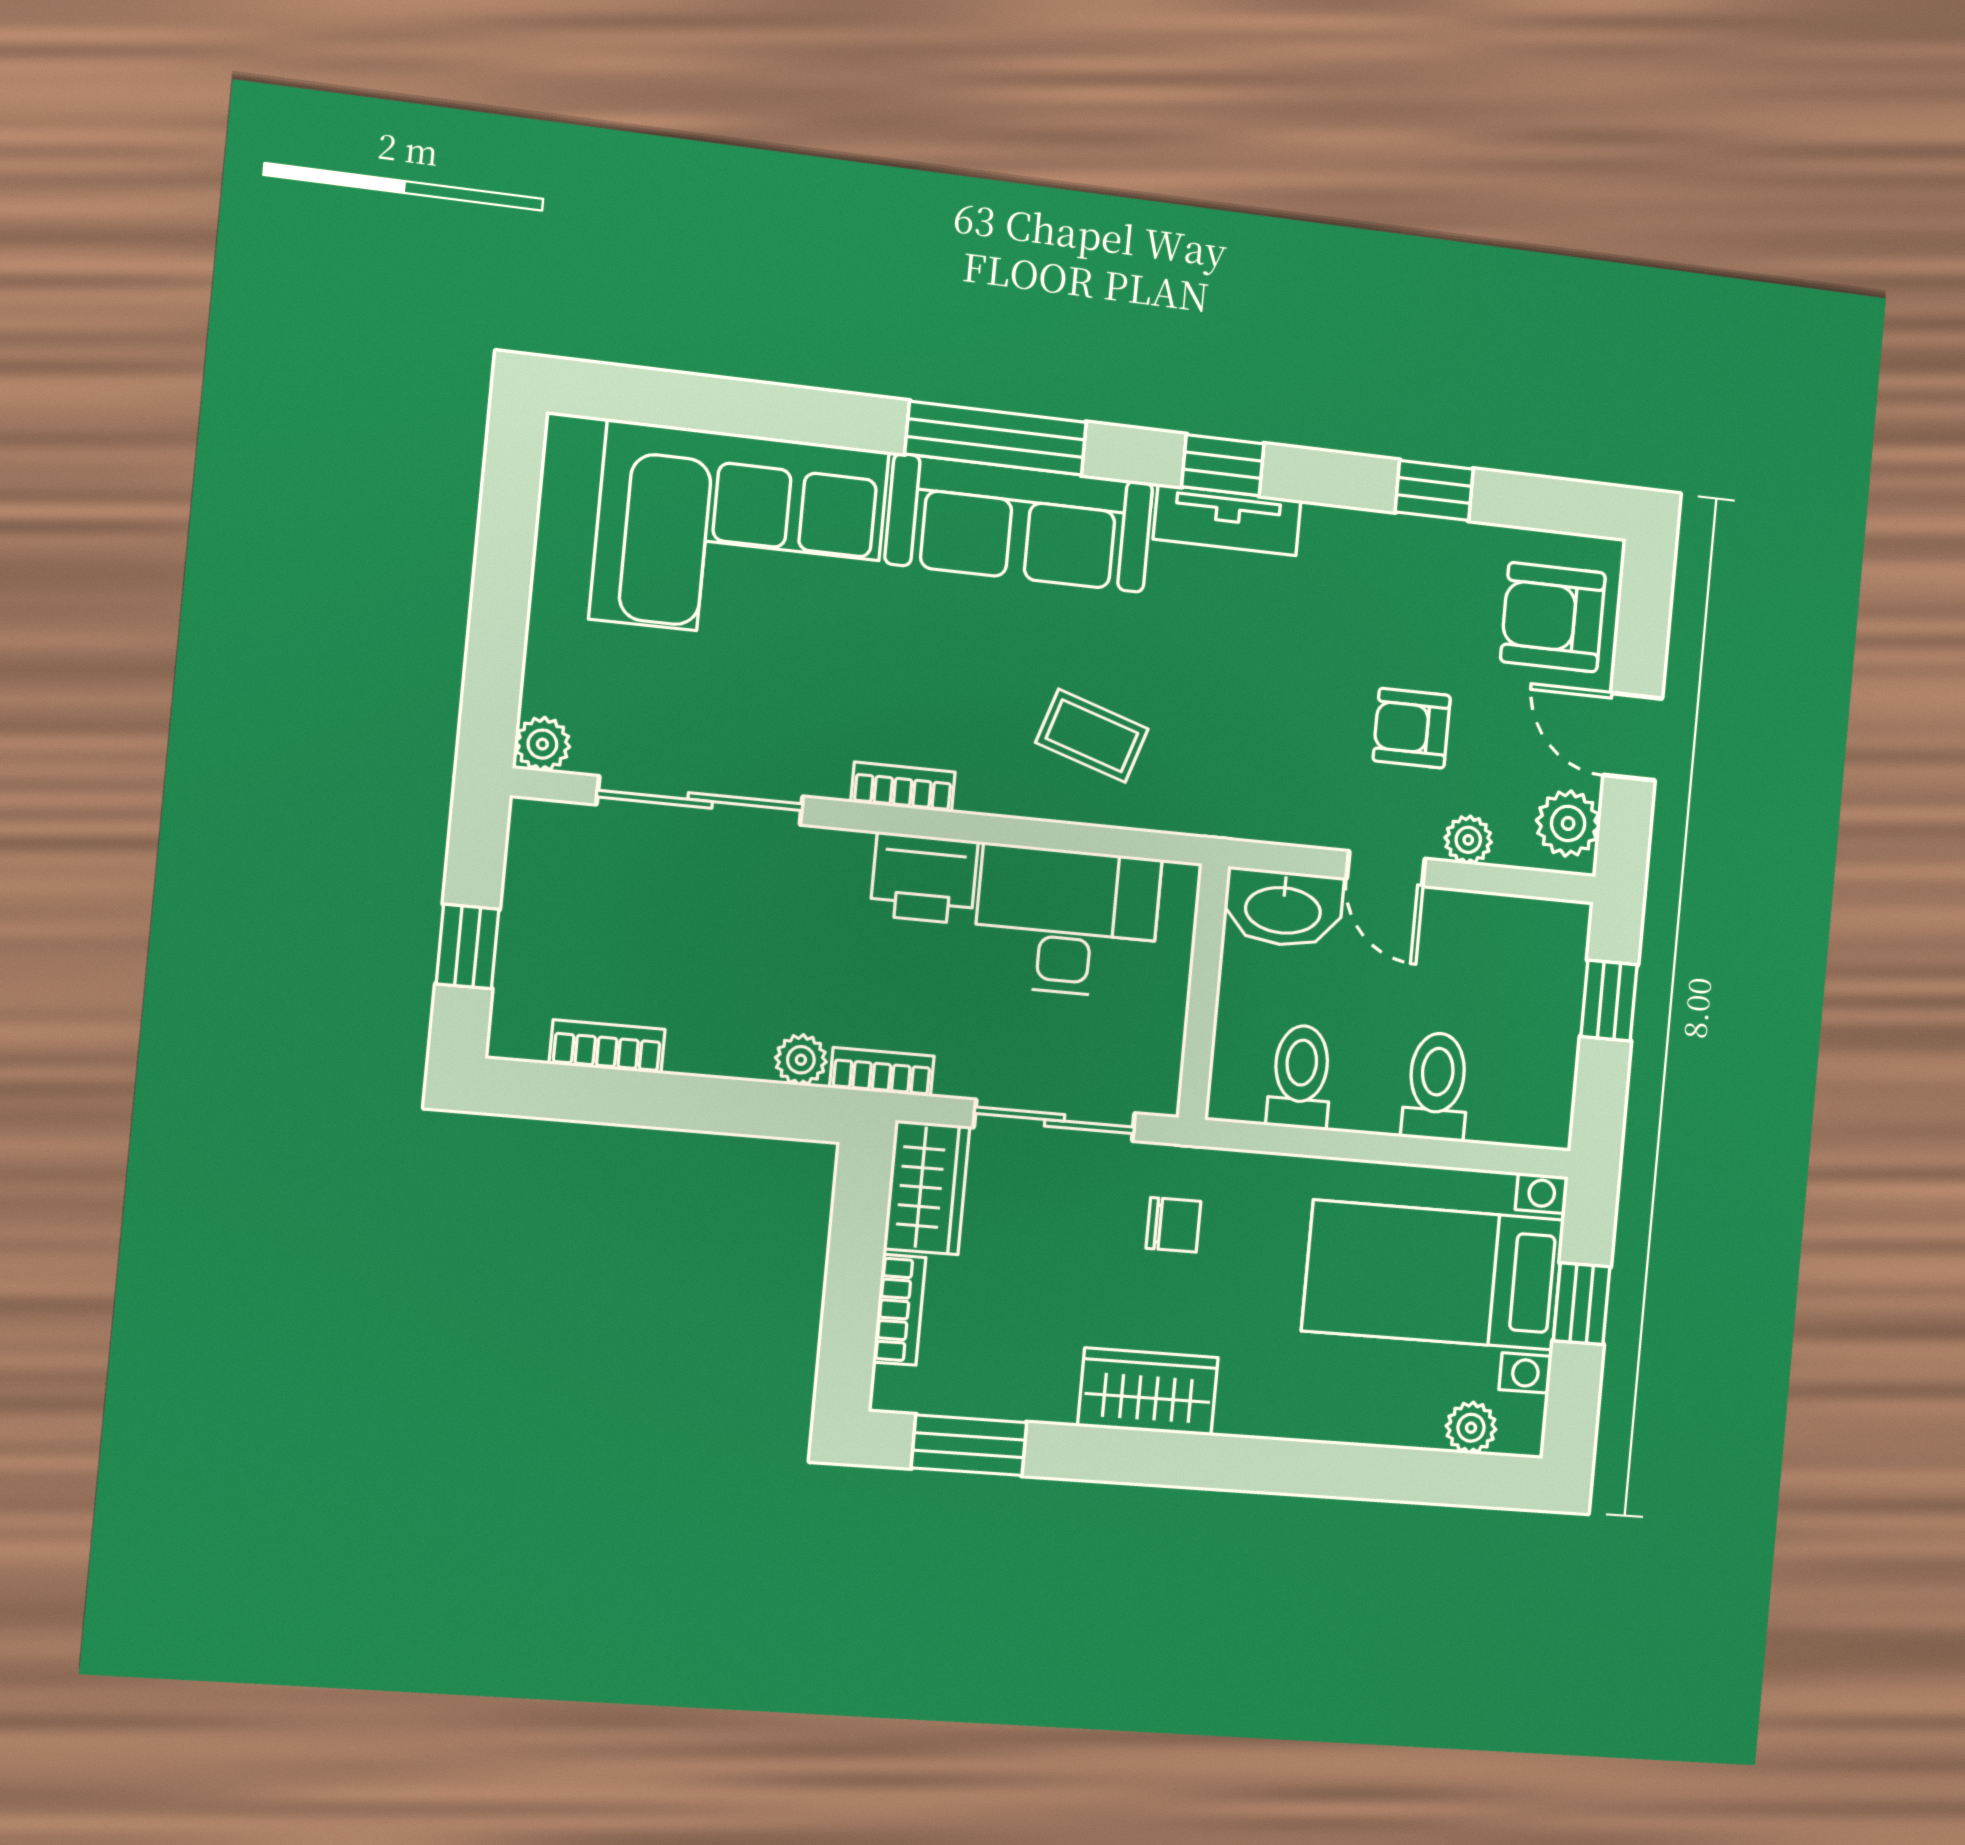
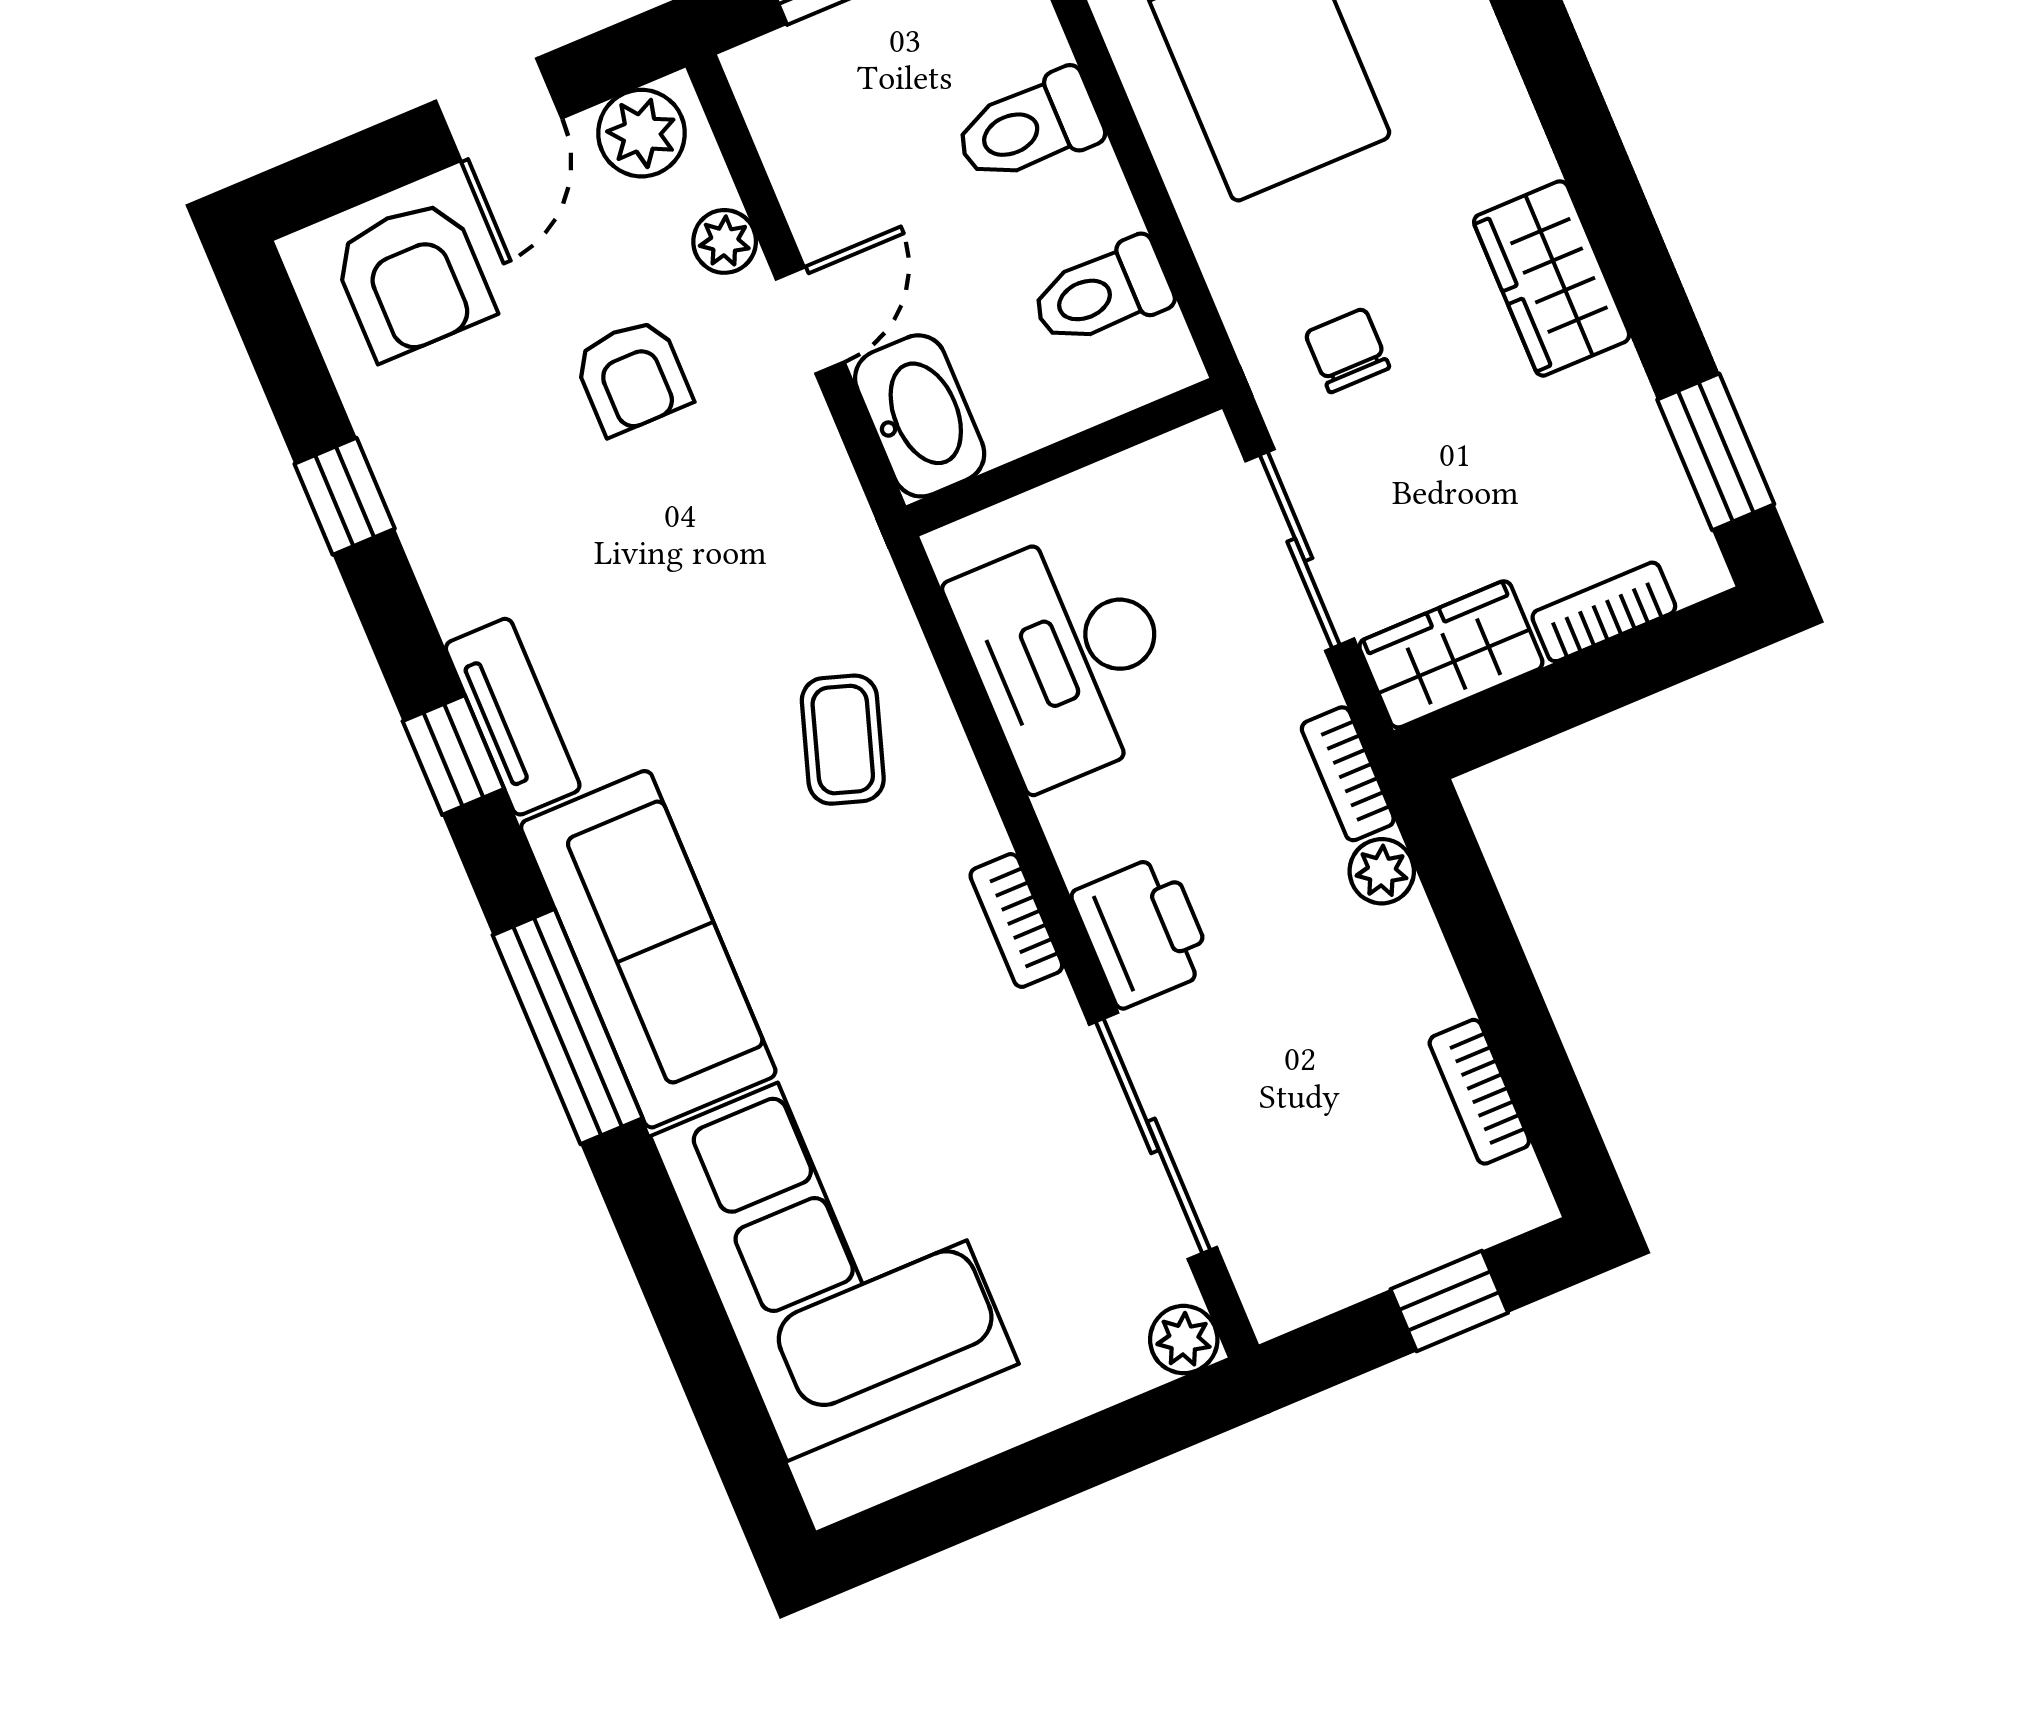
printer: (924, 878) -> (1143, 931), moved

